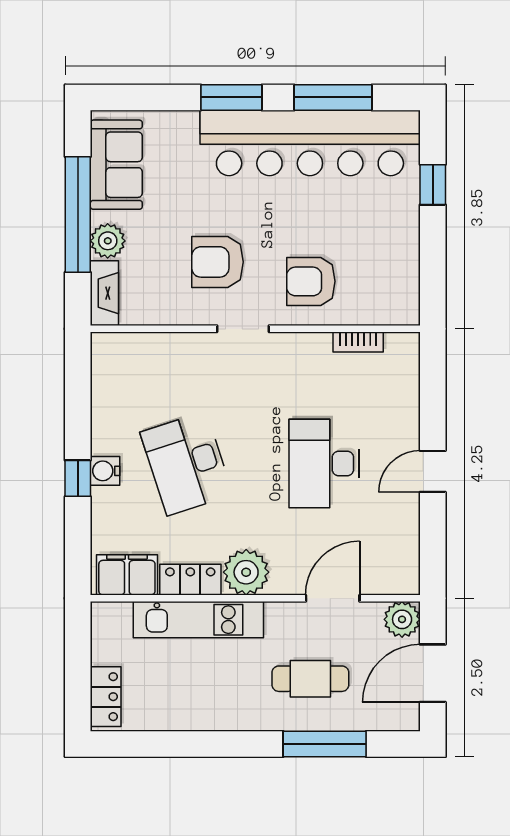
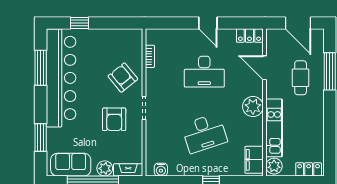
window: (231, 97) -> (41, 137), moved
armchair: (311, 281) -> (123, 78), turned 141
water cooler: (105, 471) -> (161, 170), moved
locker: (190, 580) -> (249, 36), moved, turned -90
plant: (402, 619) -> (274, 166), moved

